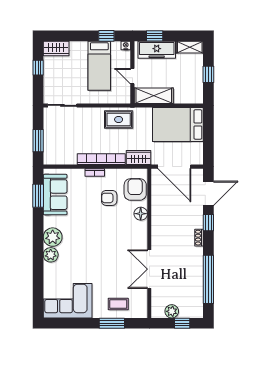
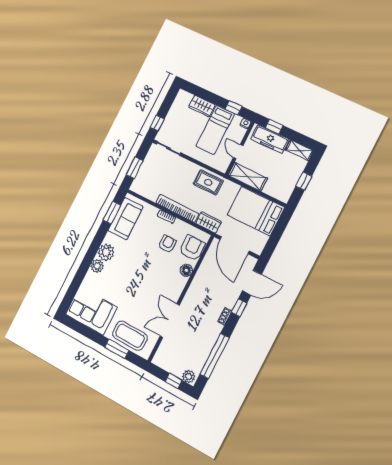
wardrobe: (56, 49) -> (202, 106), moved
window: (38, 68) -> (157, 123), moved
armchair: (109, 198) -> (167, 244), turned 90
coffee table: (118, 304) -> (130, 336), width x1.86, depth x1.72
plant: (172, 311) -> (189, 376), moved

